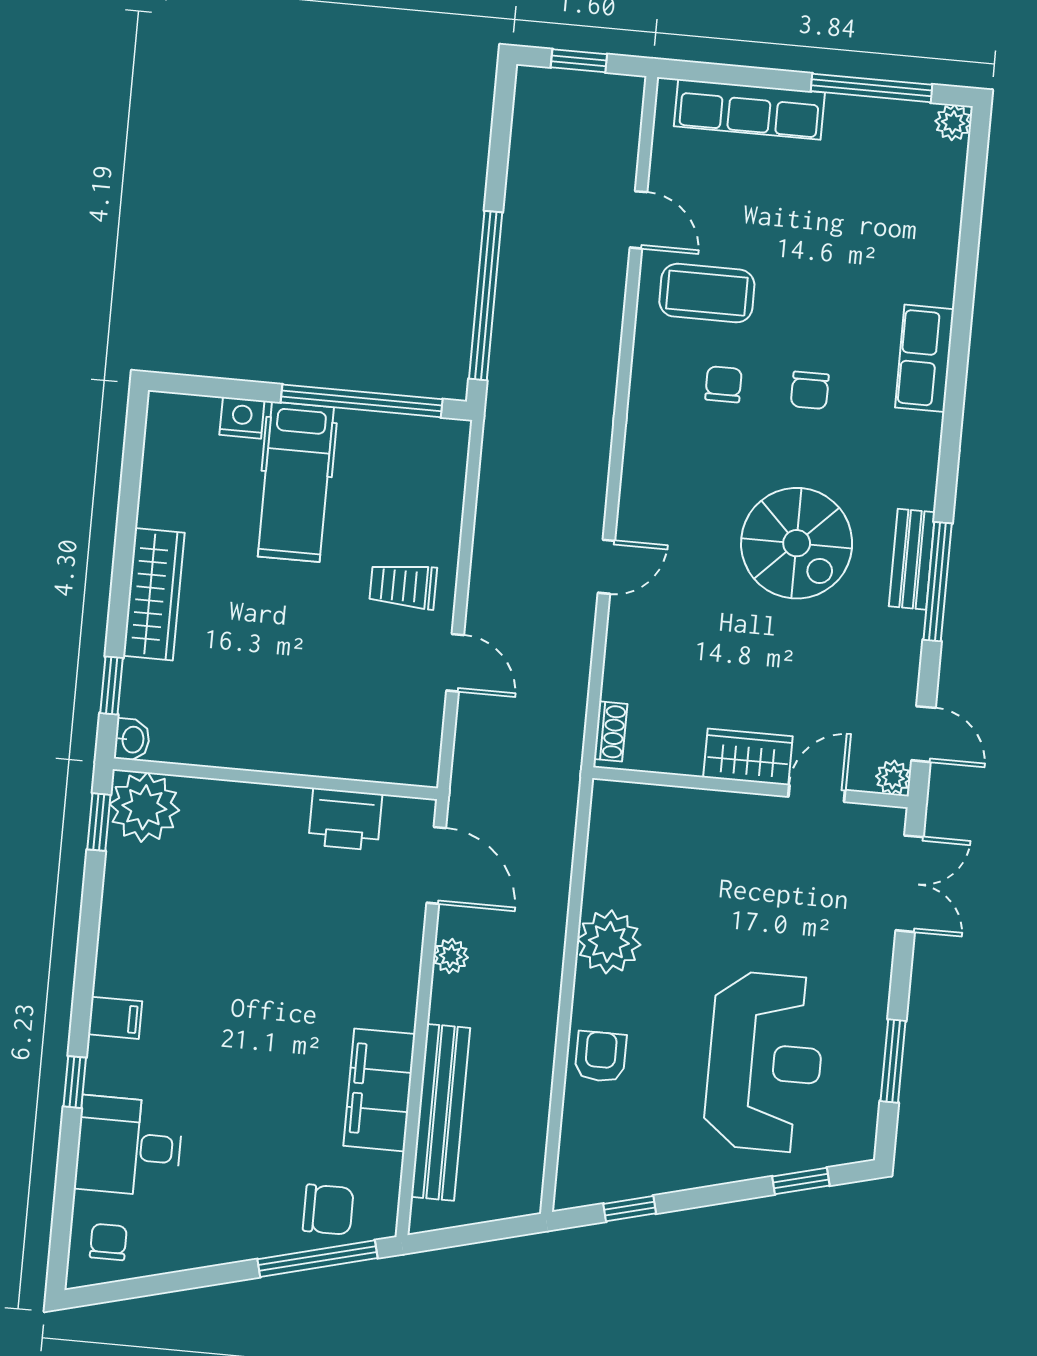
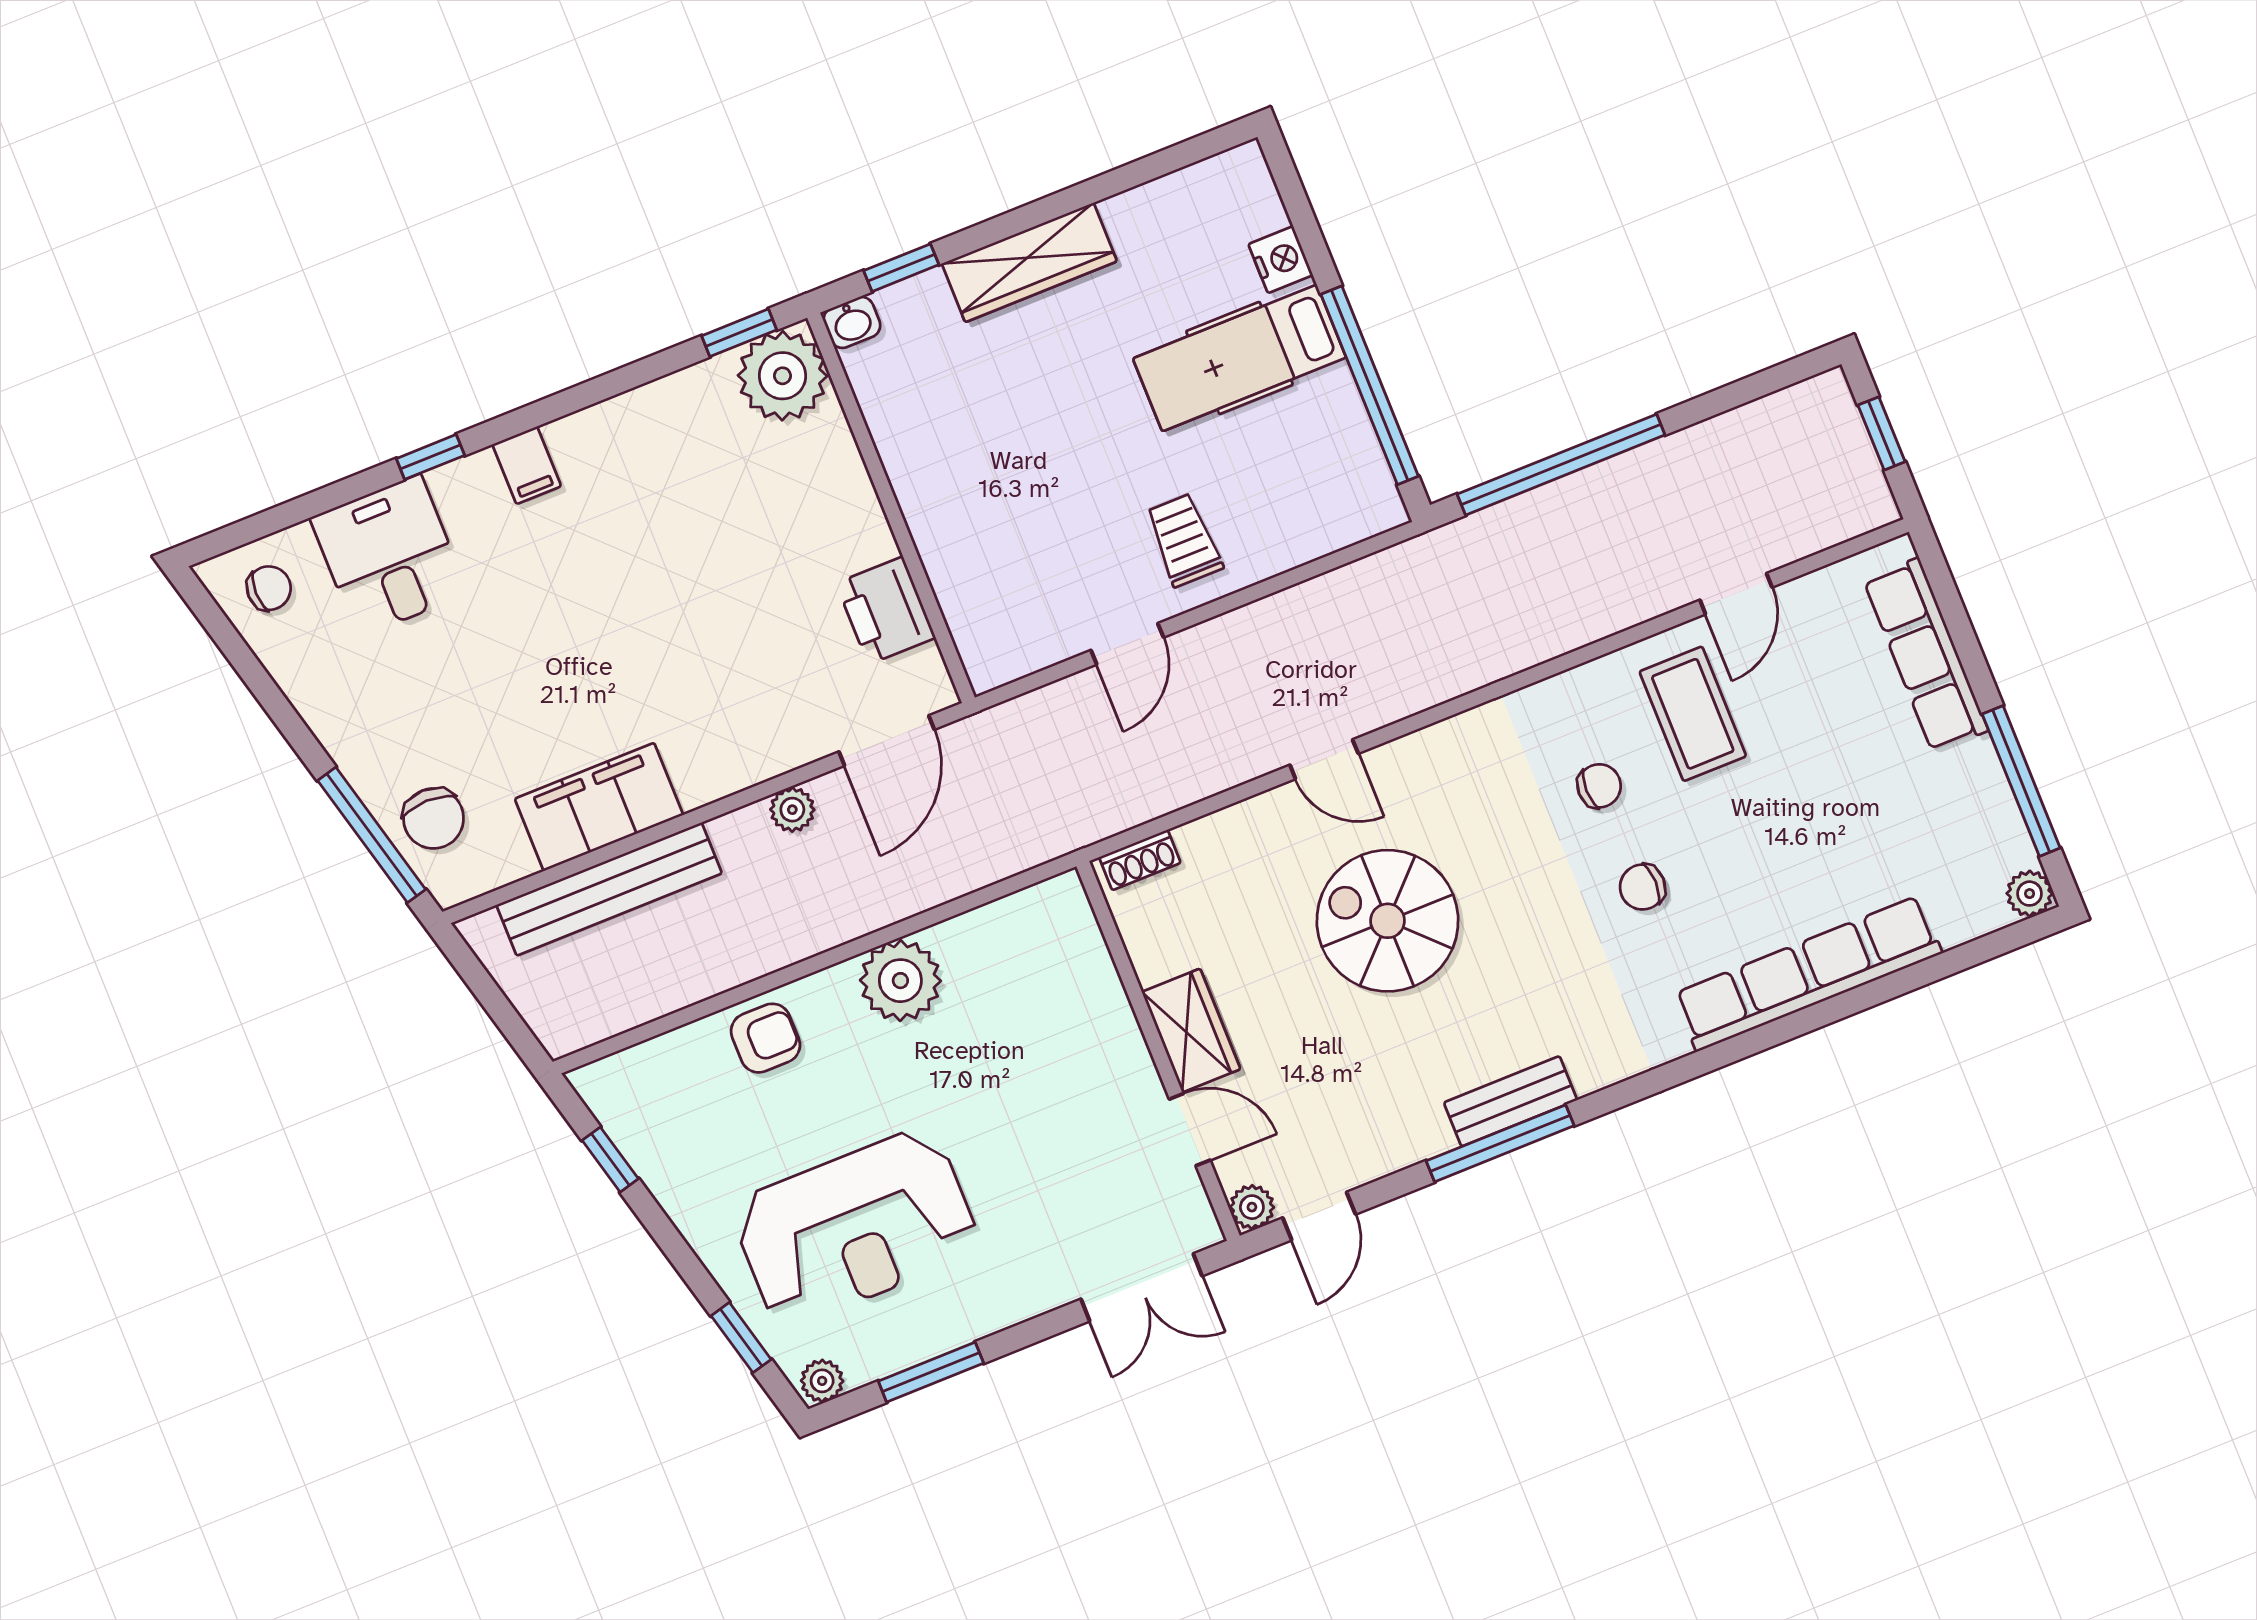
row of seats: (925, 358) -> (1808, 973), width x2.02
spiral stairs: (797, 543) -> (1388, 921), moved, turned 90
plant: (860, 1140) -> (822, 1381), added

